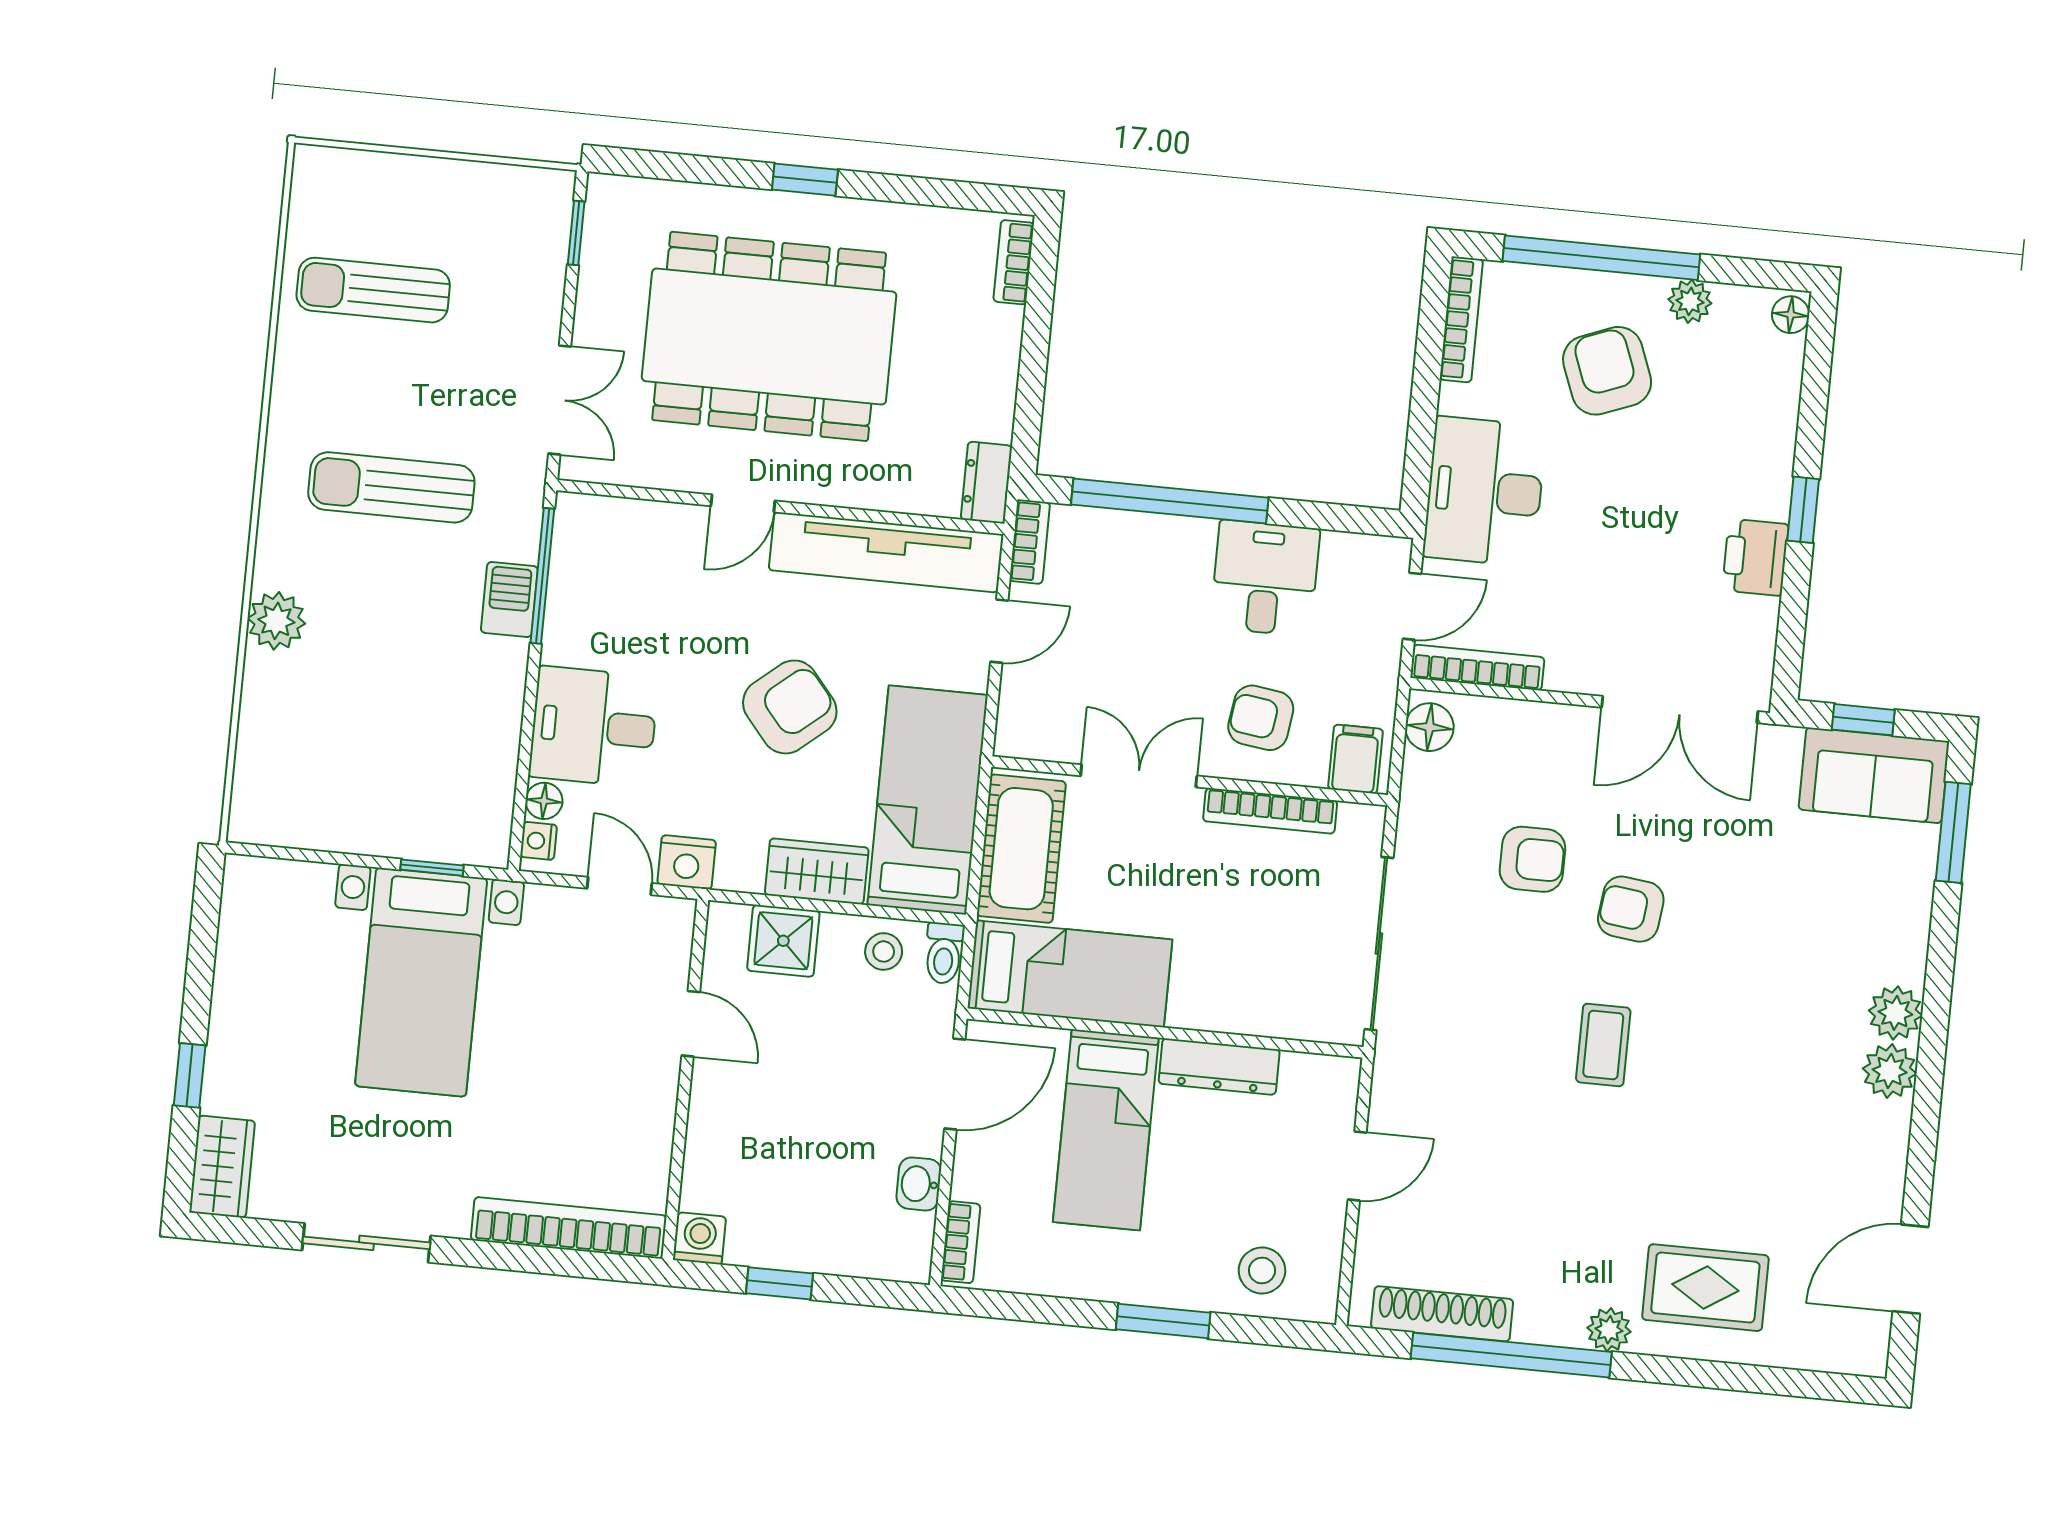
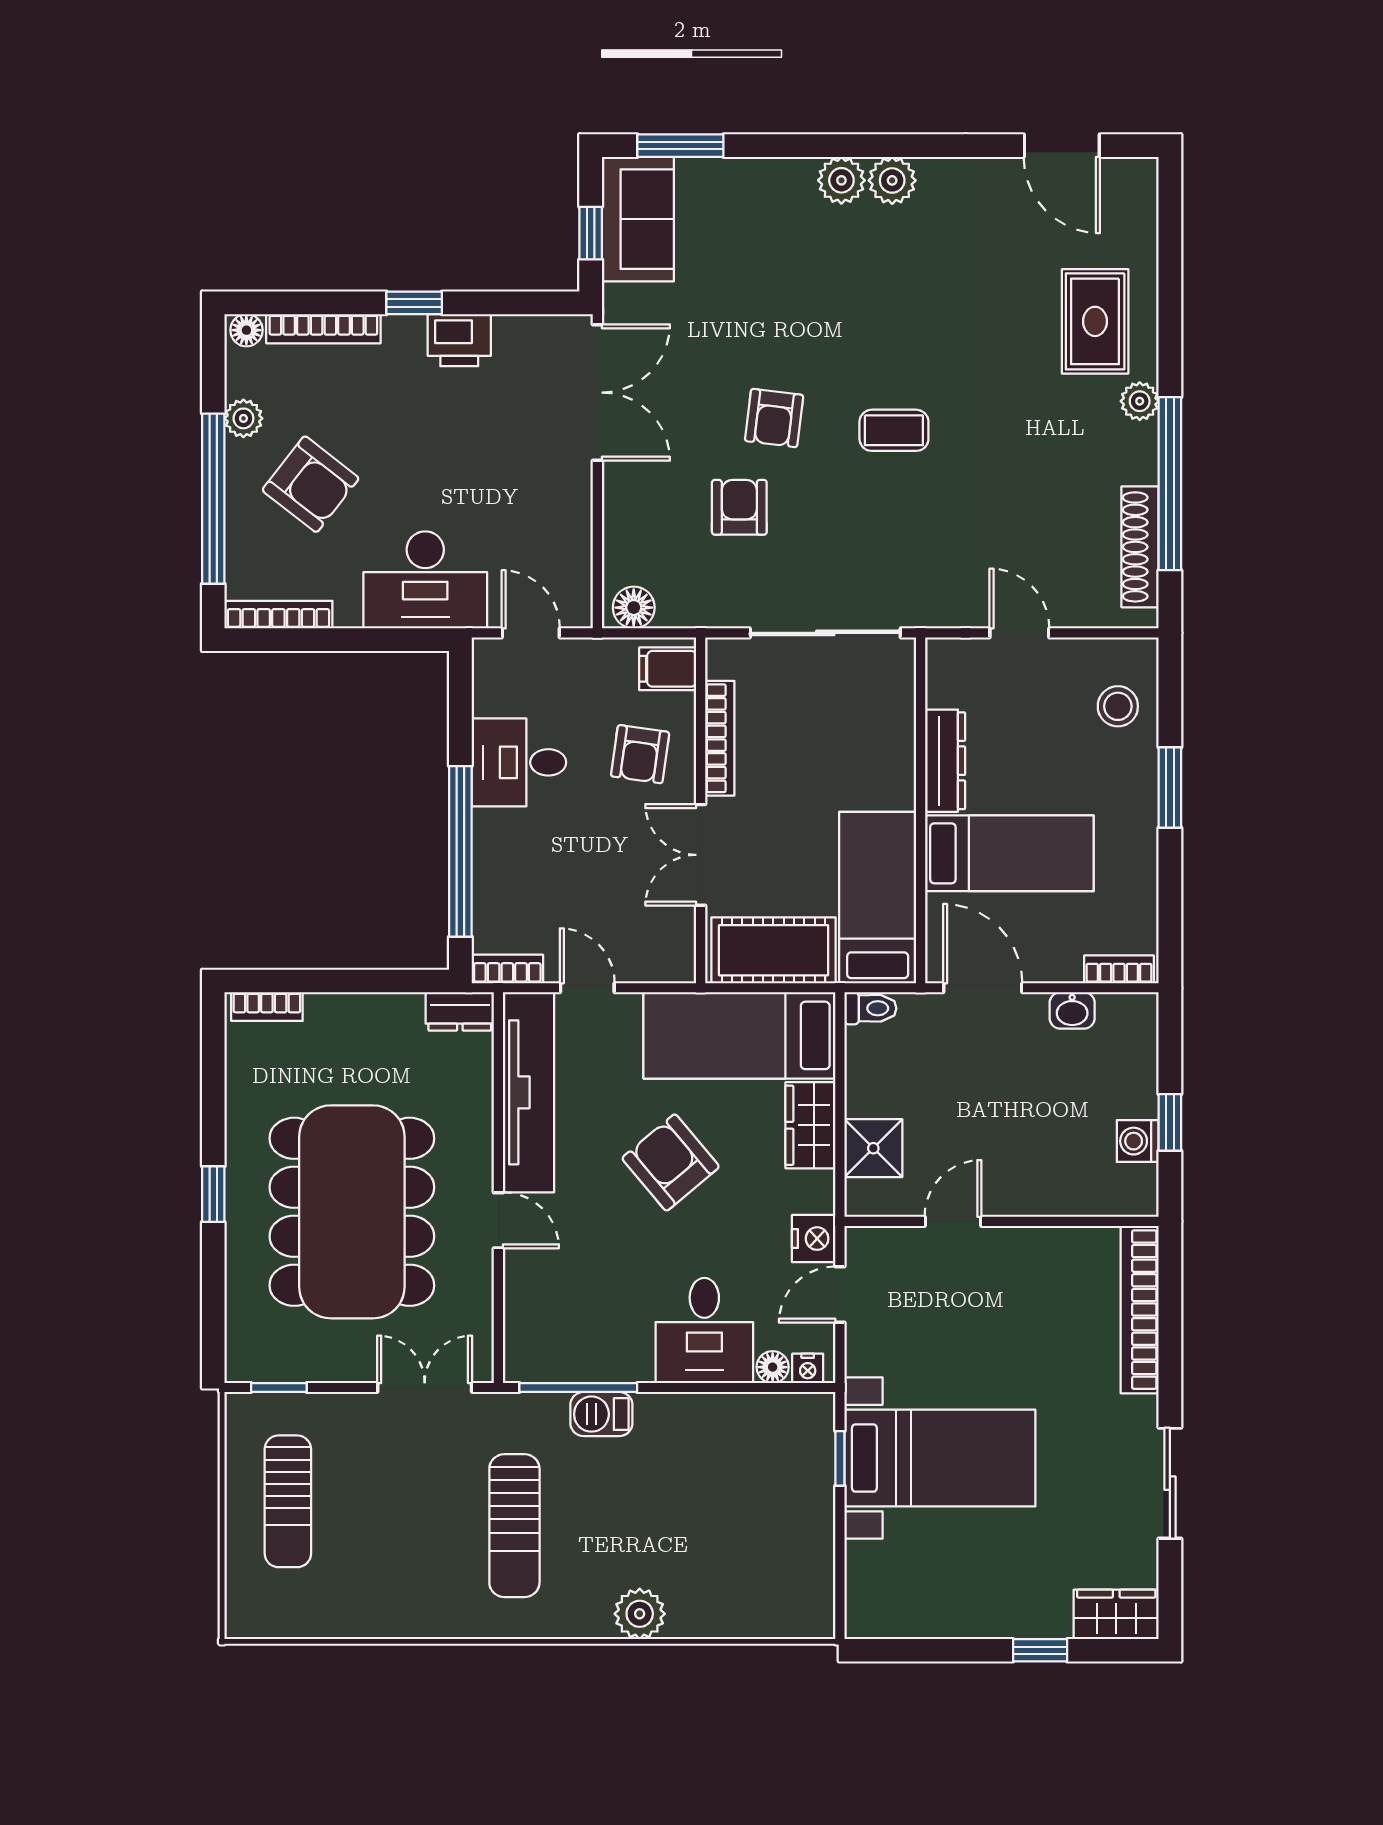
sun lounger: (373, 290) -> (288, 1501), moved
armchair: (1607, 371) -> (311, 484), turned -121
bookcase: (1477, 667) -> (323, 329), moved, turned -90
stool: (884, 951) -> (874, 1061), removed
washing machine: (700, 1238) -> (1138, 1141), moved

